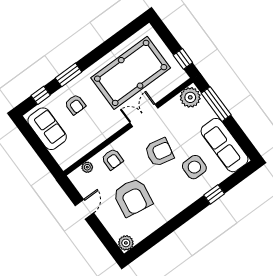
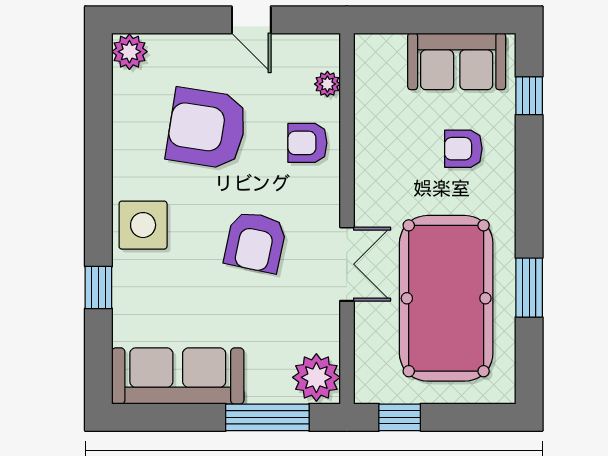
window: (69, 75) -> (529, 288), moved
side table: (194, 167) -> (143, 225), moved

